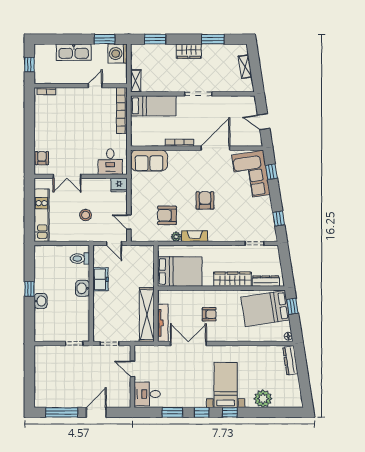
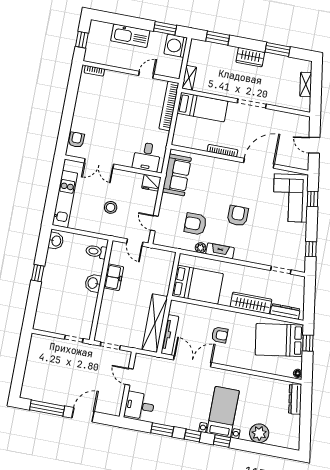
sofa: (149, 160) -> (177, 175), moved, turned -90
washbasin: (41, 301) -> (56, 241), moved

